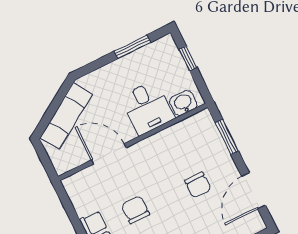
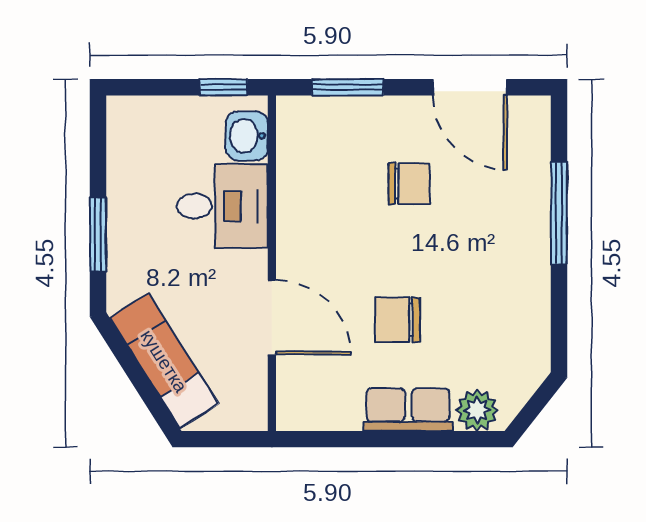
window: (132, 47) -> (98, 235), moved
window: (188, 58) -> (223, 87), moved
door: (109, 154) -> (272, 318), swing flipped

